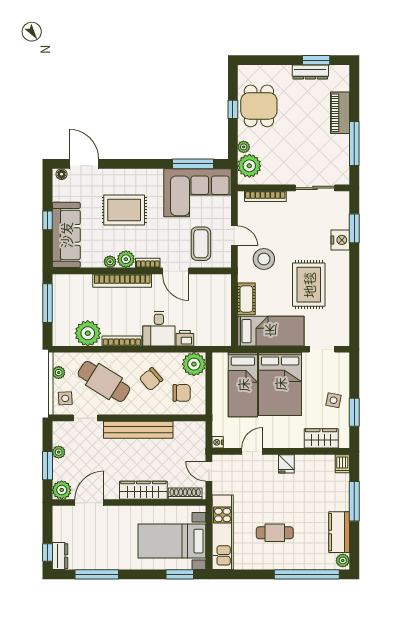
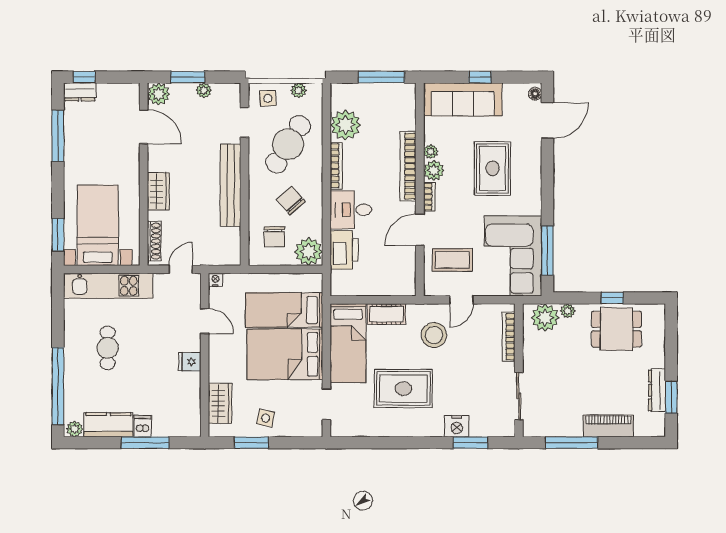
printer: (185, 338) -> (344, 250), width x1.87, depth x1.48
dishwasher: (342, 464) -> (143, 426), moved, turned 90
wardrobe: (143, 490) -> (158, 191), width x0.67

